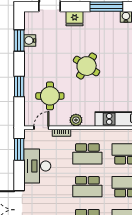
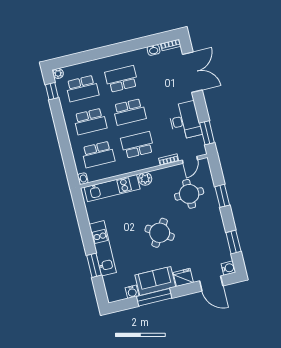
sofa: (102, 22) -> (155, 281), added
water cooler: (30, 40) -> (228, 268), moved
plant: (76, 120) -> (145, 179), moved
school desk: (87, 187) -> (129, 112), turned 180

